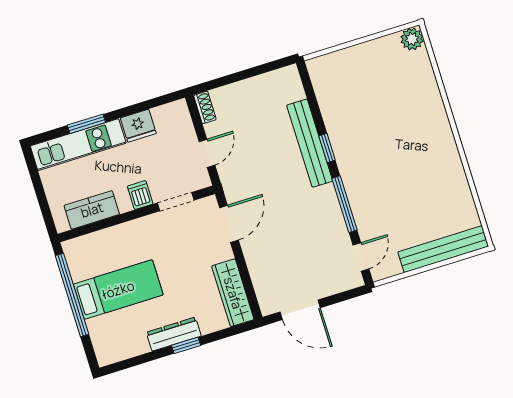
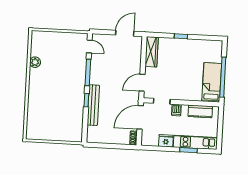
plant: (412, 39) -> (35, 62), moved
door: (207, 153) -> (140, 117), width x1.88
bench: (443, 249) -> (52, 36), removed
door: (361, 257) -> (89, 47), swing flipped
bed: (118, 290) -> (212, 82), moved, turned 90
door: (300, 310) -> (125, 33), hinge flipped
dresser: (174, 334) -> (184, 43), removed

